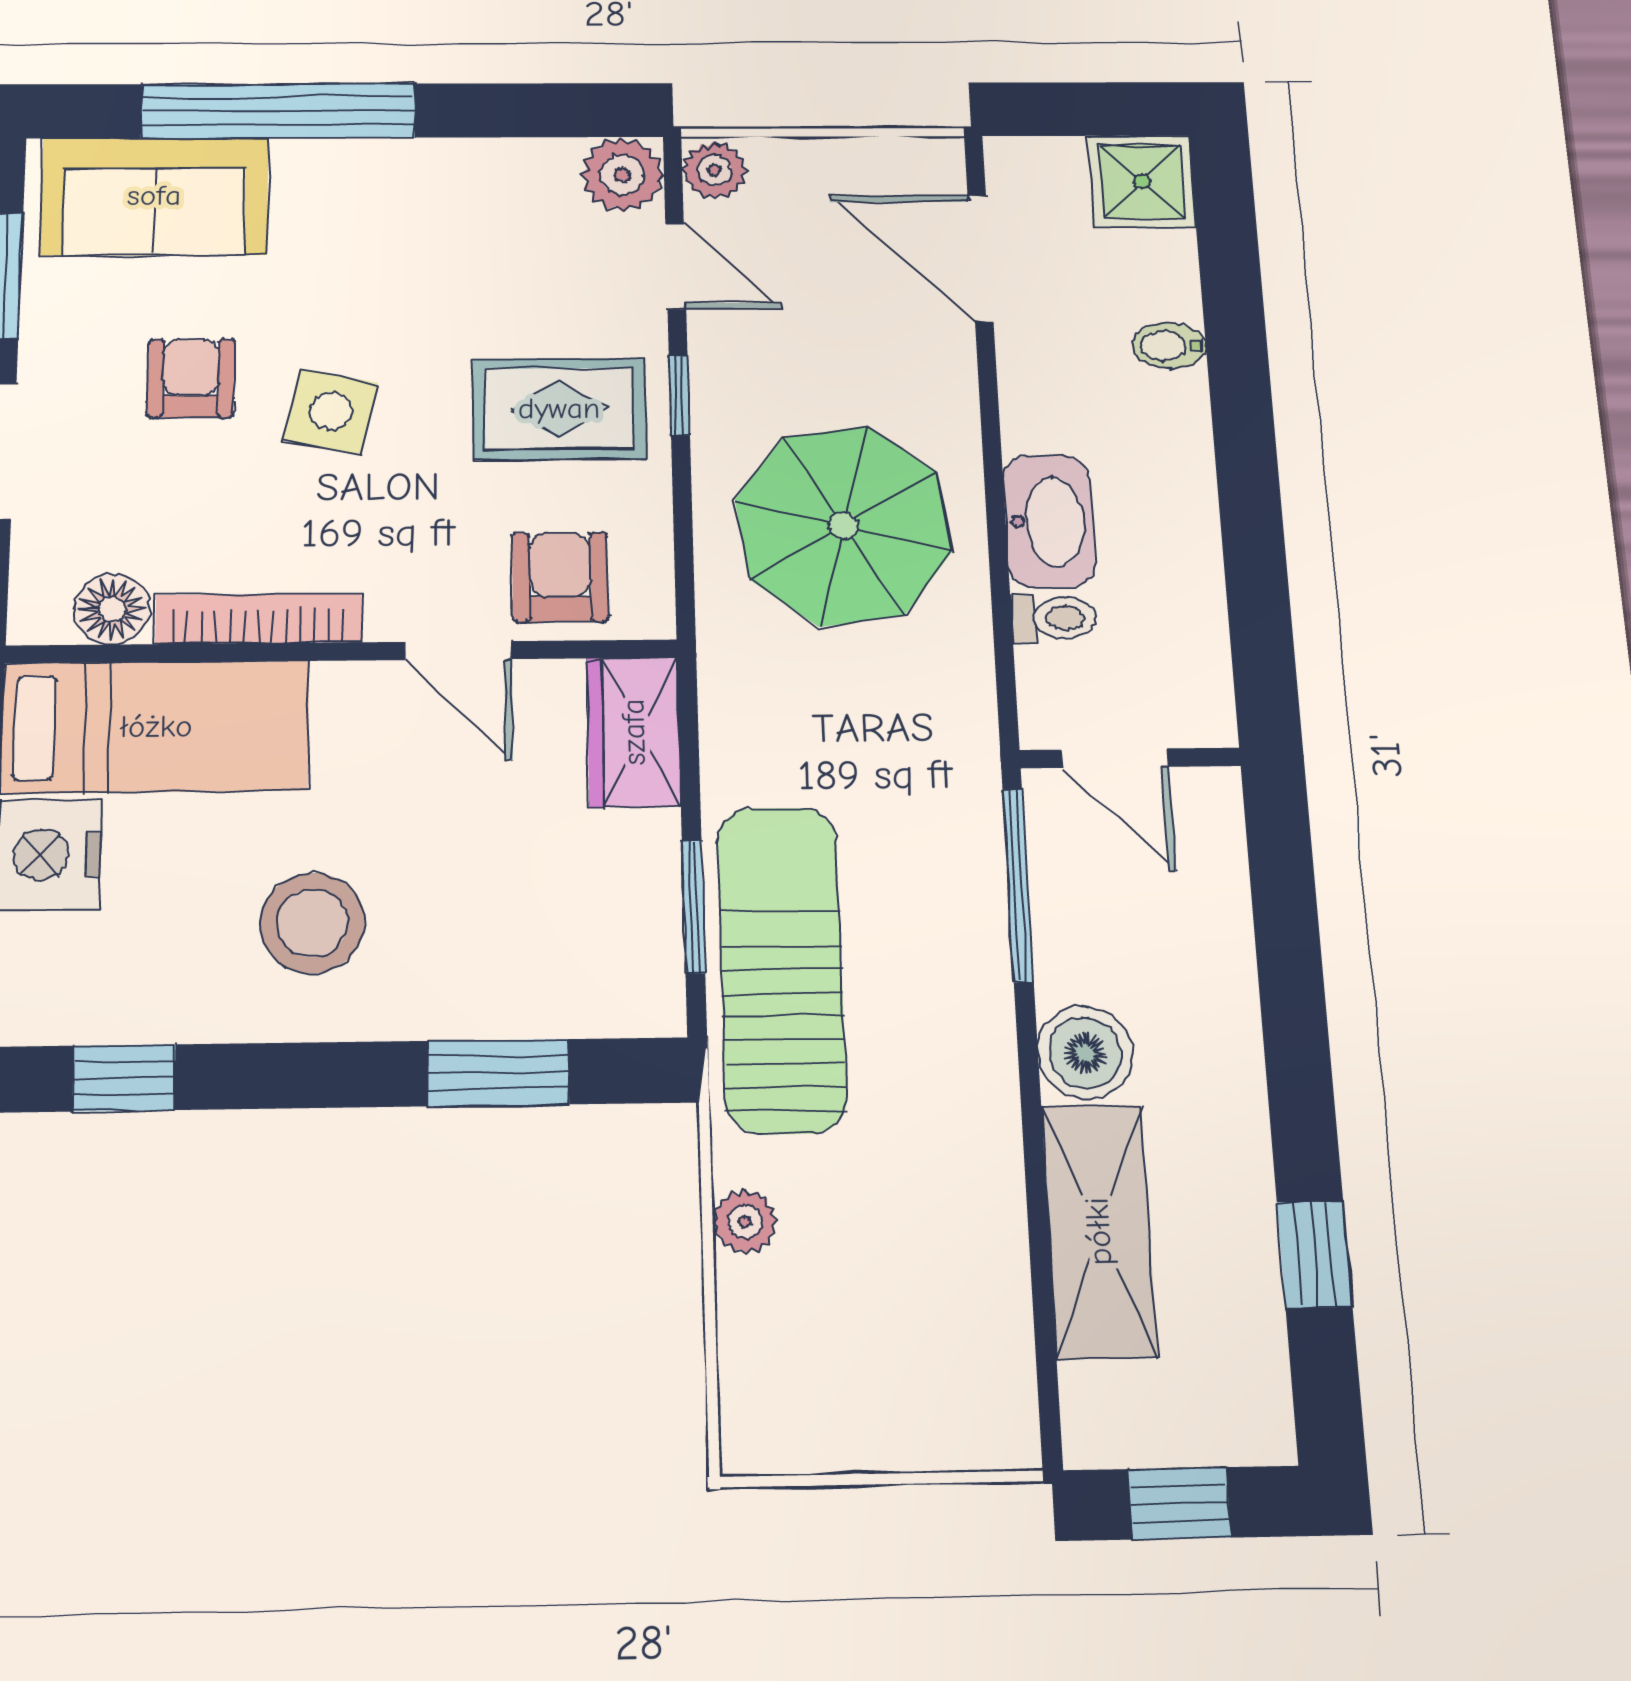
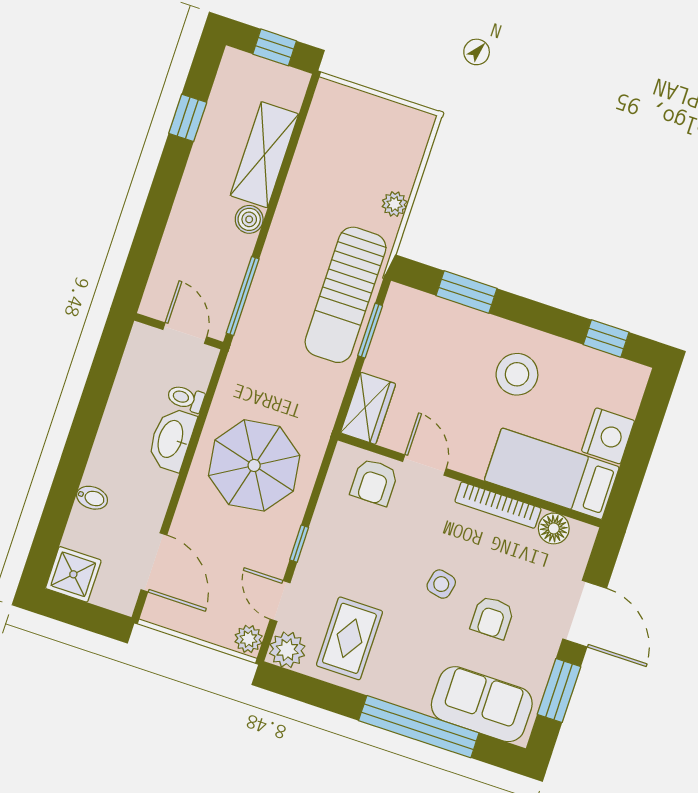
rug: (559, 409) -> (349, 638), moved, turned 90
side table: (331, 411) -> (441, 584), width x0.73, depth x0.73
boiler: (1085, 1053) -> (249, 219), width x0.73, depth x0.73

